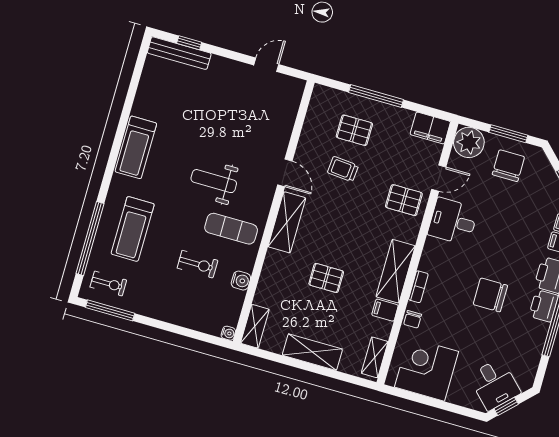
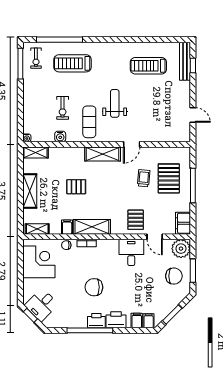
pallet: (354, 130) -> (169, 178), width x1.50, depth x1.42
treadmill: (136, 147) -> (148, 66), moved
pallet: (326, 278) -> (76, 187), turned 90
chair: (490, 295) -> (94, 287), turned -90

